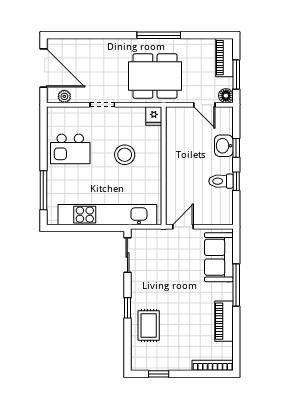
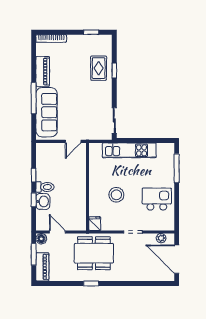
window: (159, 35) -> (91, 283), width x0.46
toilet: (221, 181) -> (45, 187), moved
kitchen unit: (107, 215) -> (129, 150), width x0.73
sofa: (219, 257) -> (47, 112), width x1.36
window: (127, 308) -> (114, 71), moved

